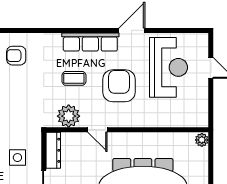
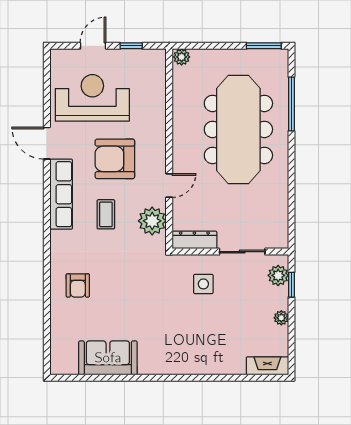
window: (211, 99) -> (131, 46), added

